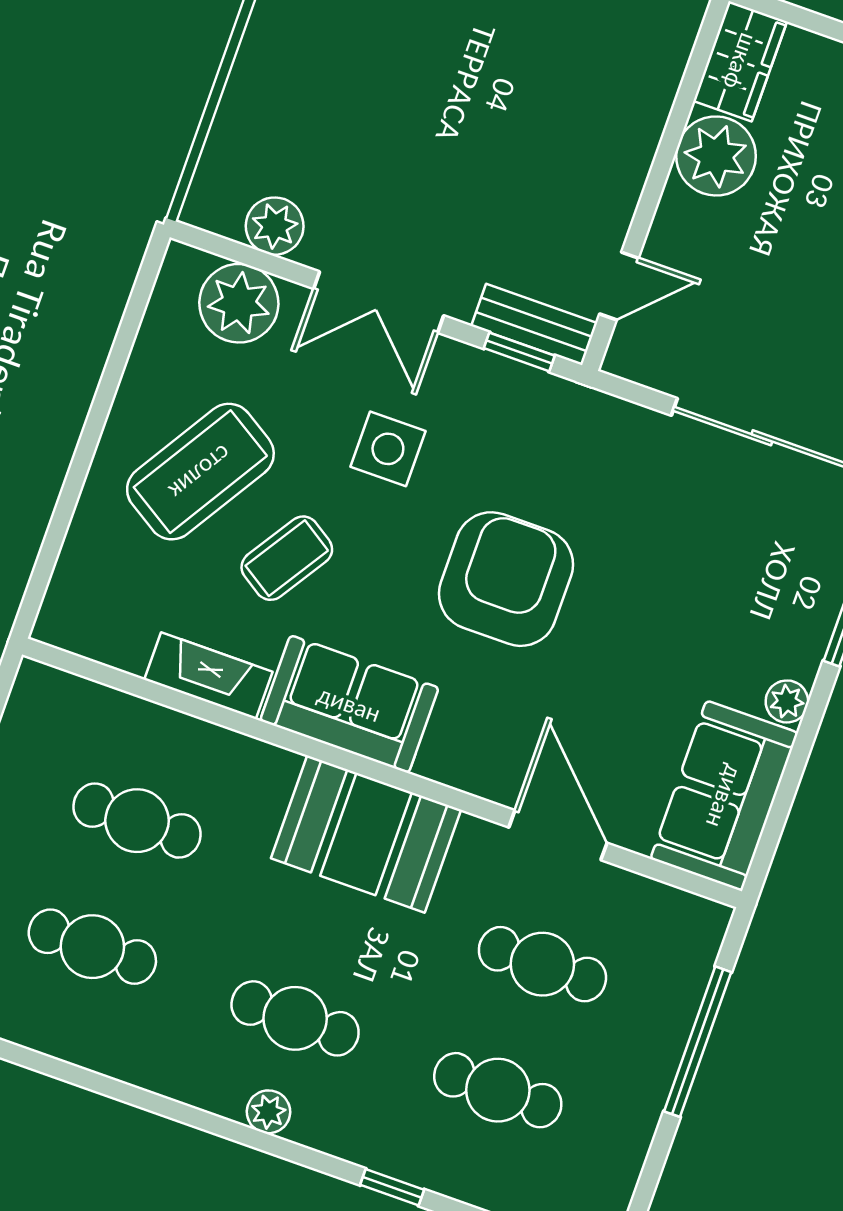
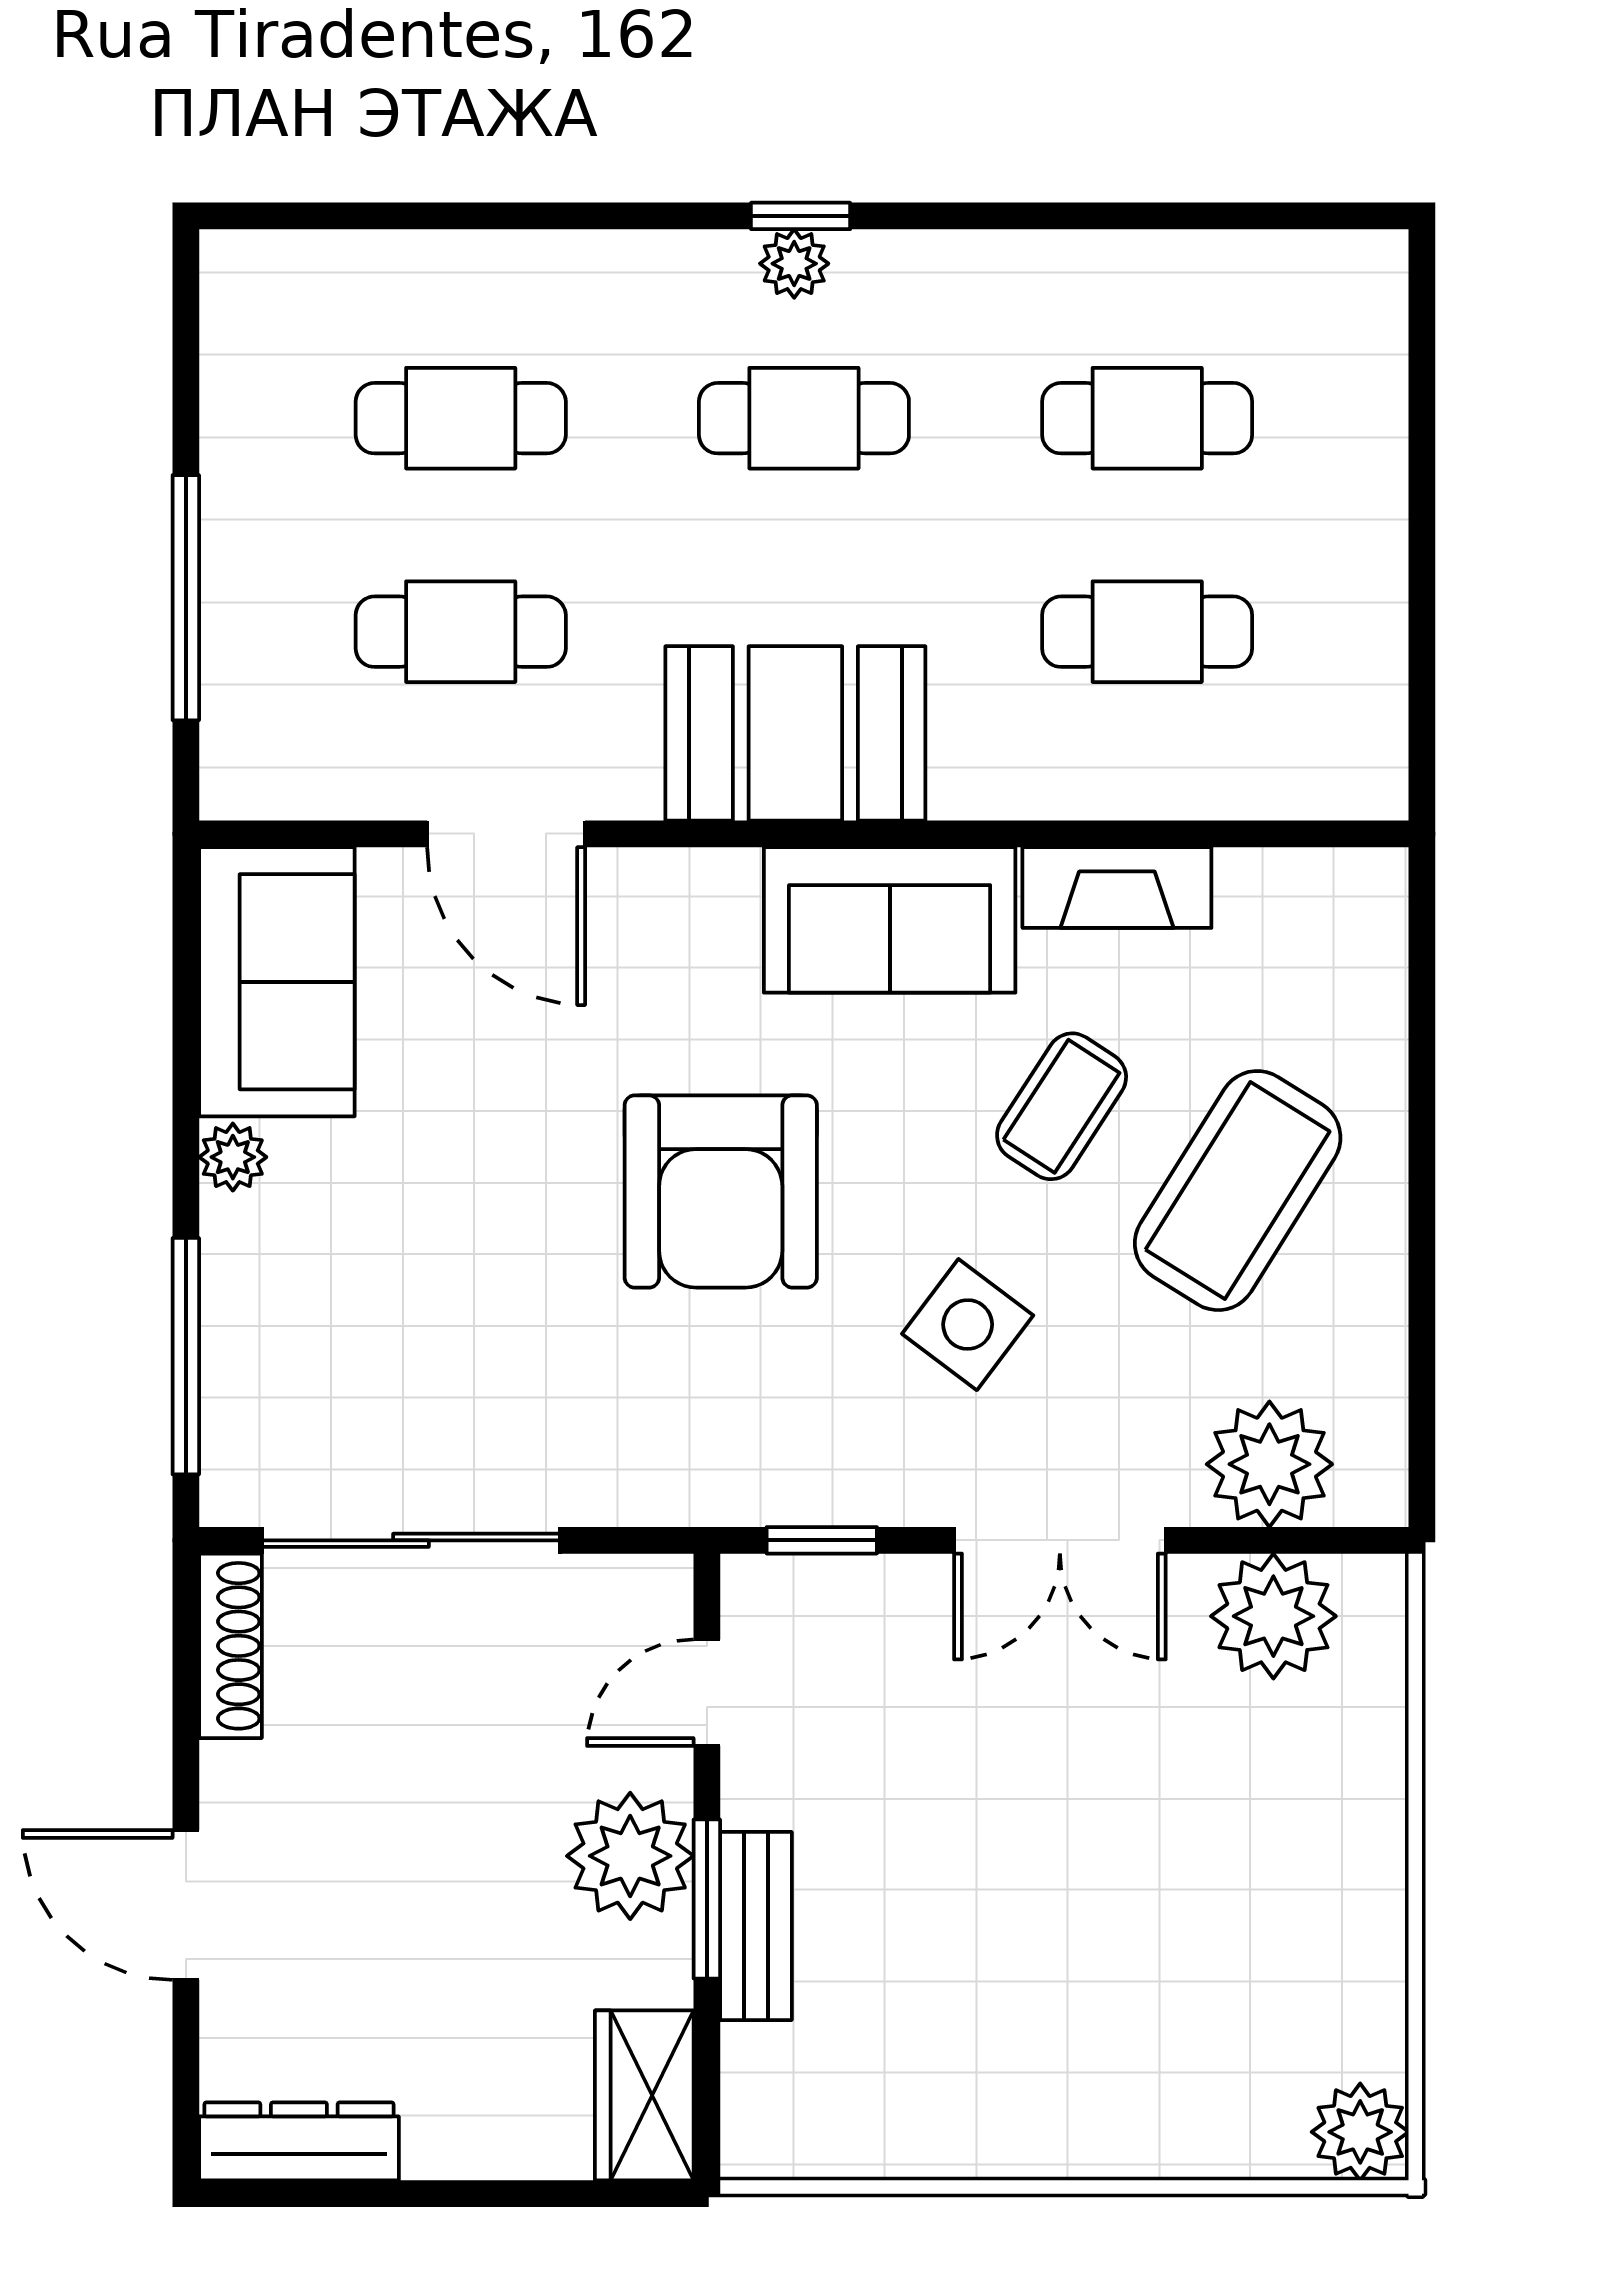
plant: (716, 156) -> (630, 1856), moved
window: (662, 164) -> (707, 1899), added
plant: (275, 226) -> (1273, 1616), width x1.36, depth x1.36
double door: (379, 302) -> (1060, 1540), swing flipped
bench: (534, 325) -> (756, 1926), moved, turned 90
side table: (388, 449) -> (968, 1325), turned 37
window: (392, 1187) -> (801, 216), moved

